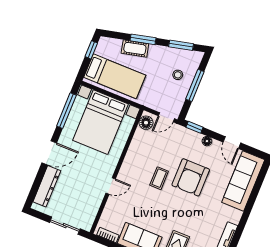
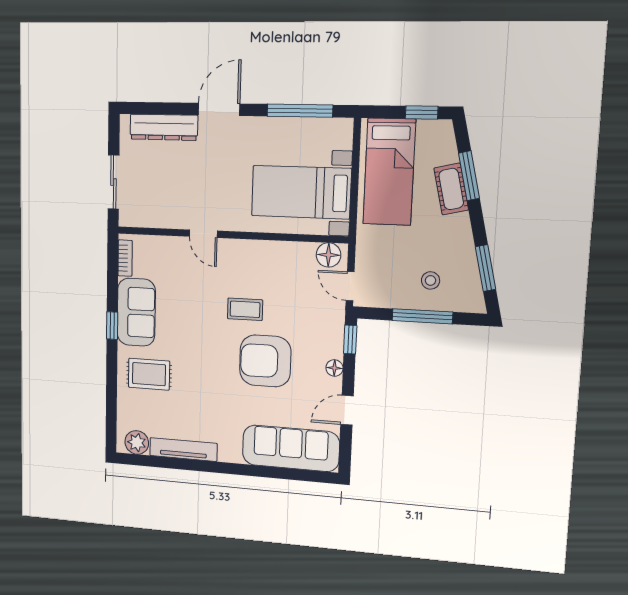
window: (143, 39) -> (469, 176), moved
bed with nightstands: (100, 122) -> (301, 192), width x0.73
door: (49, 153) -> (219, 109), swing flipped

